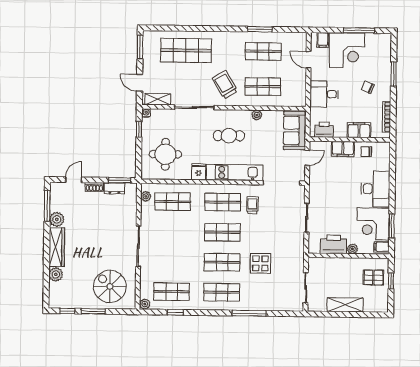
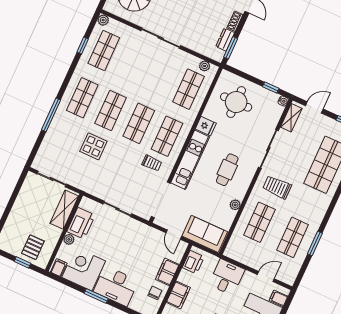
trolley: (225, 85) -> (277, 187), turned -150
window: (392, 226) -> (96, 296), moved
shelving: (345, 305) -> (64, 210), moved

